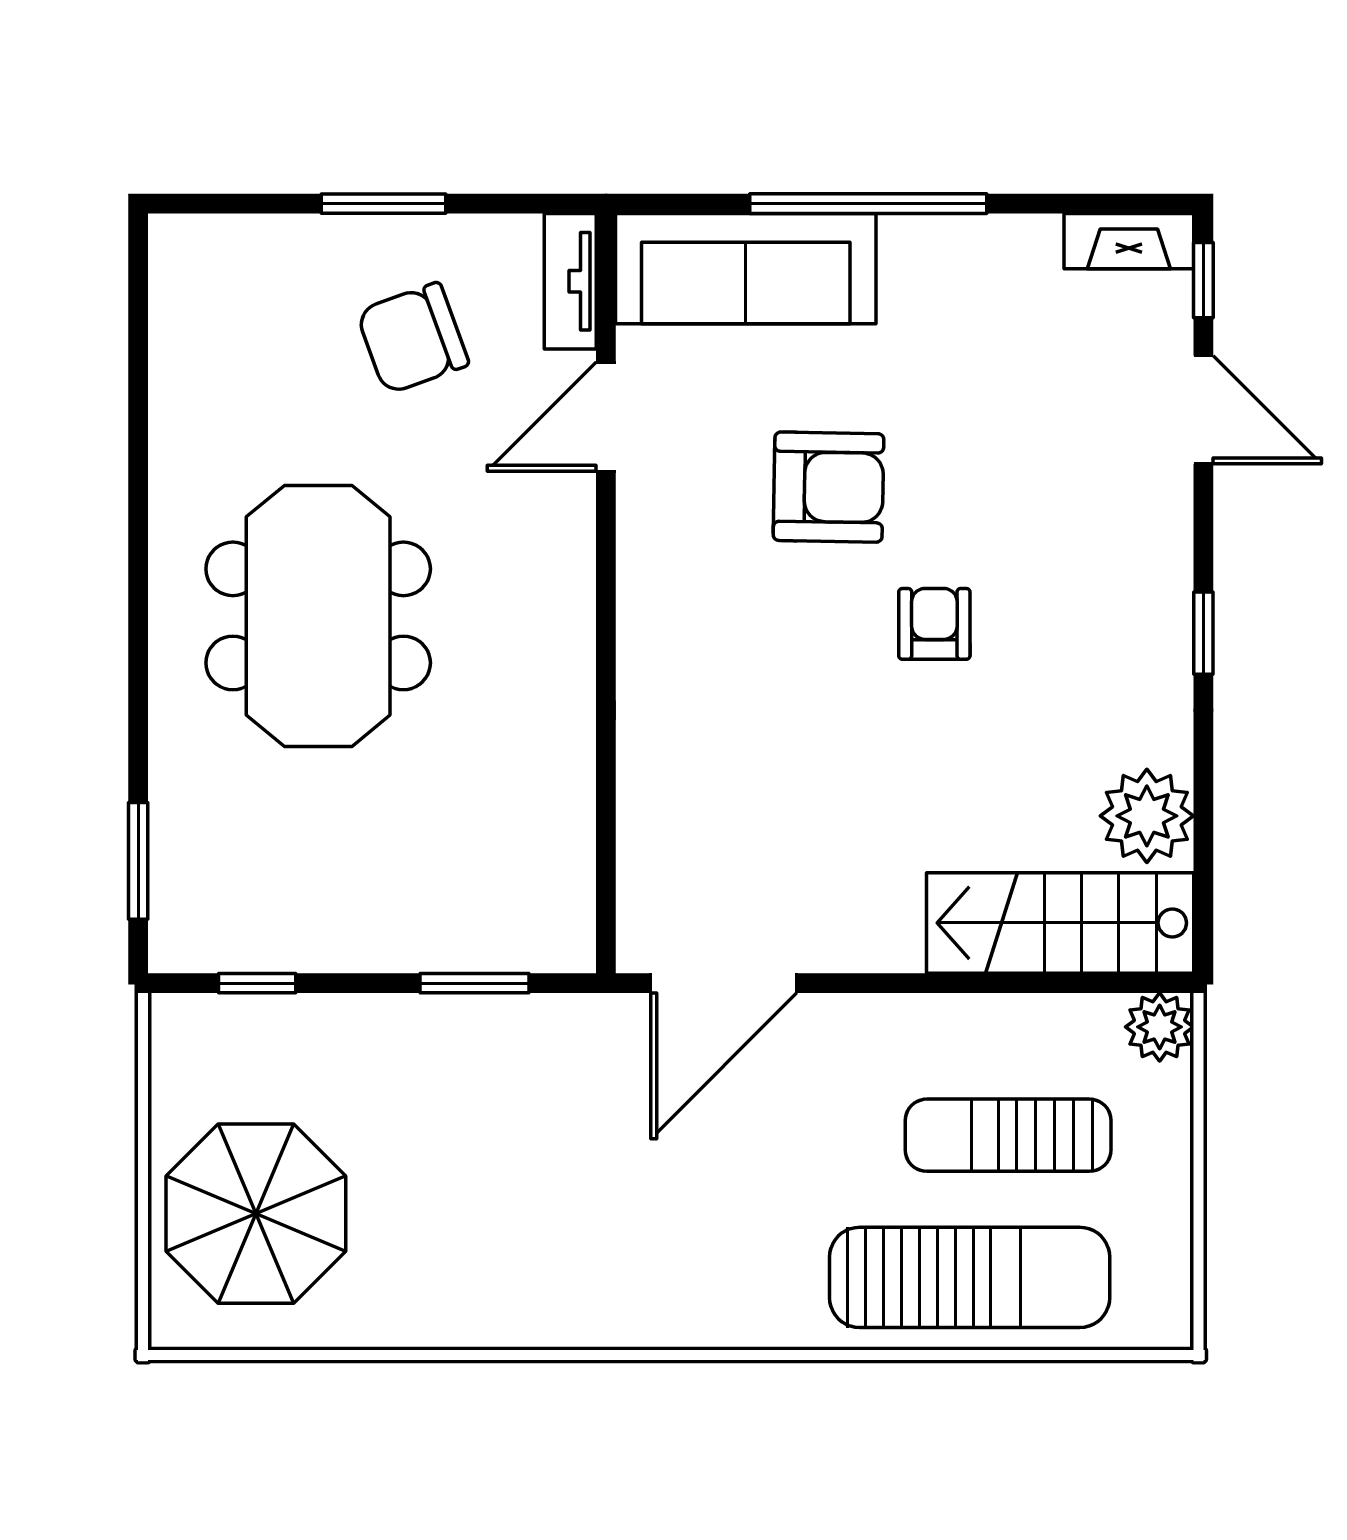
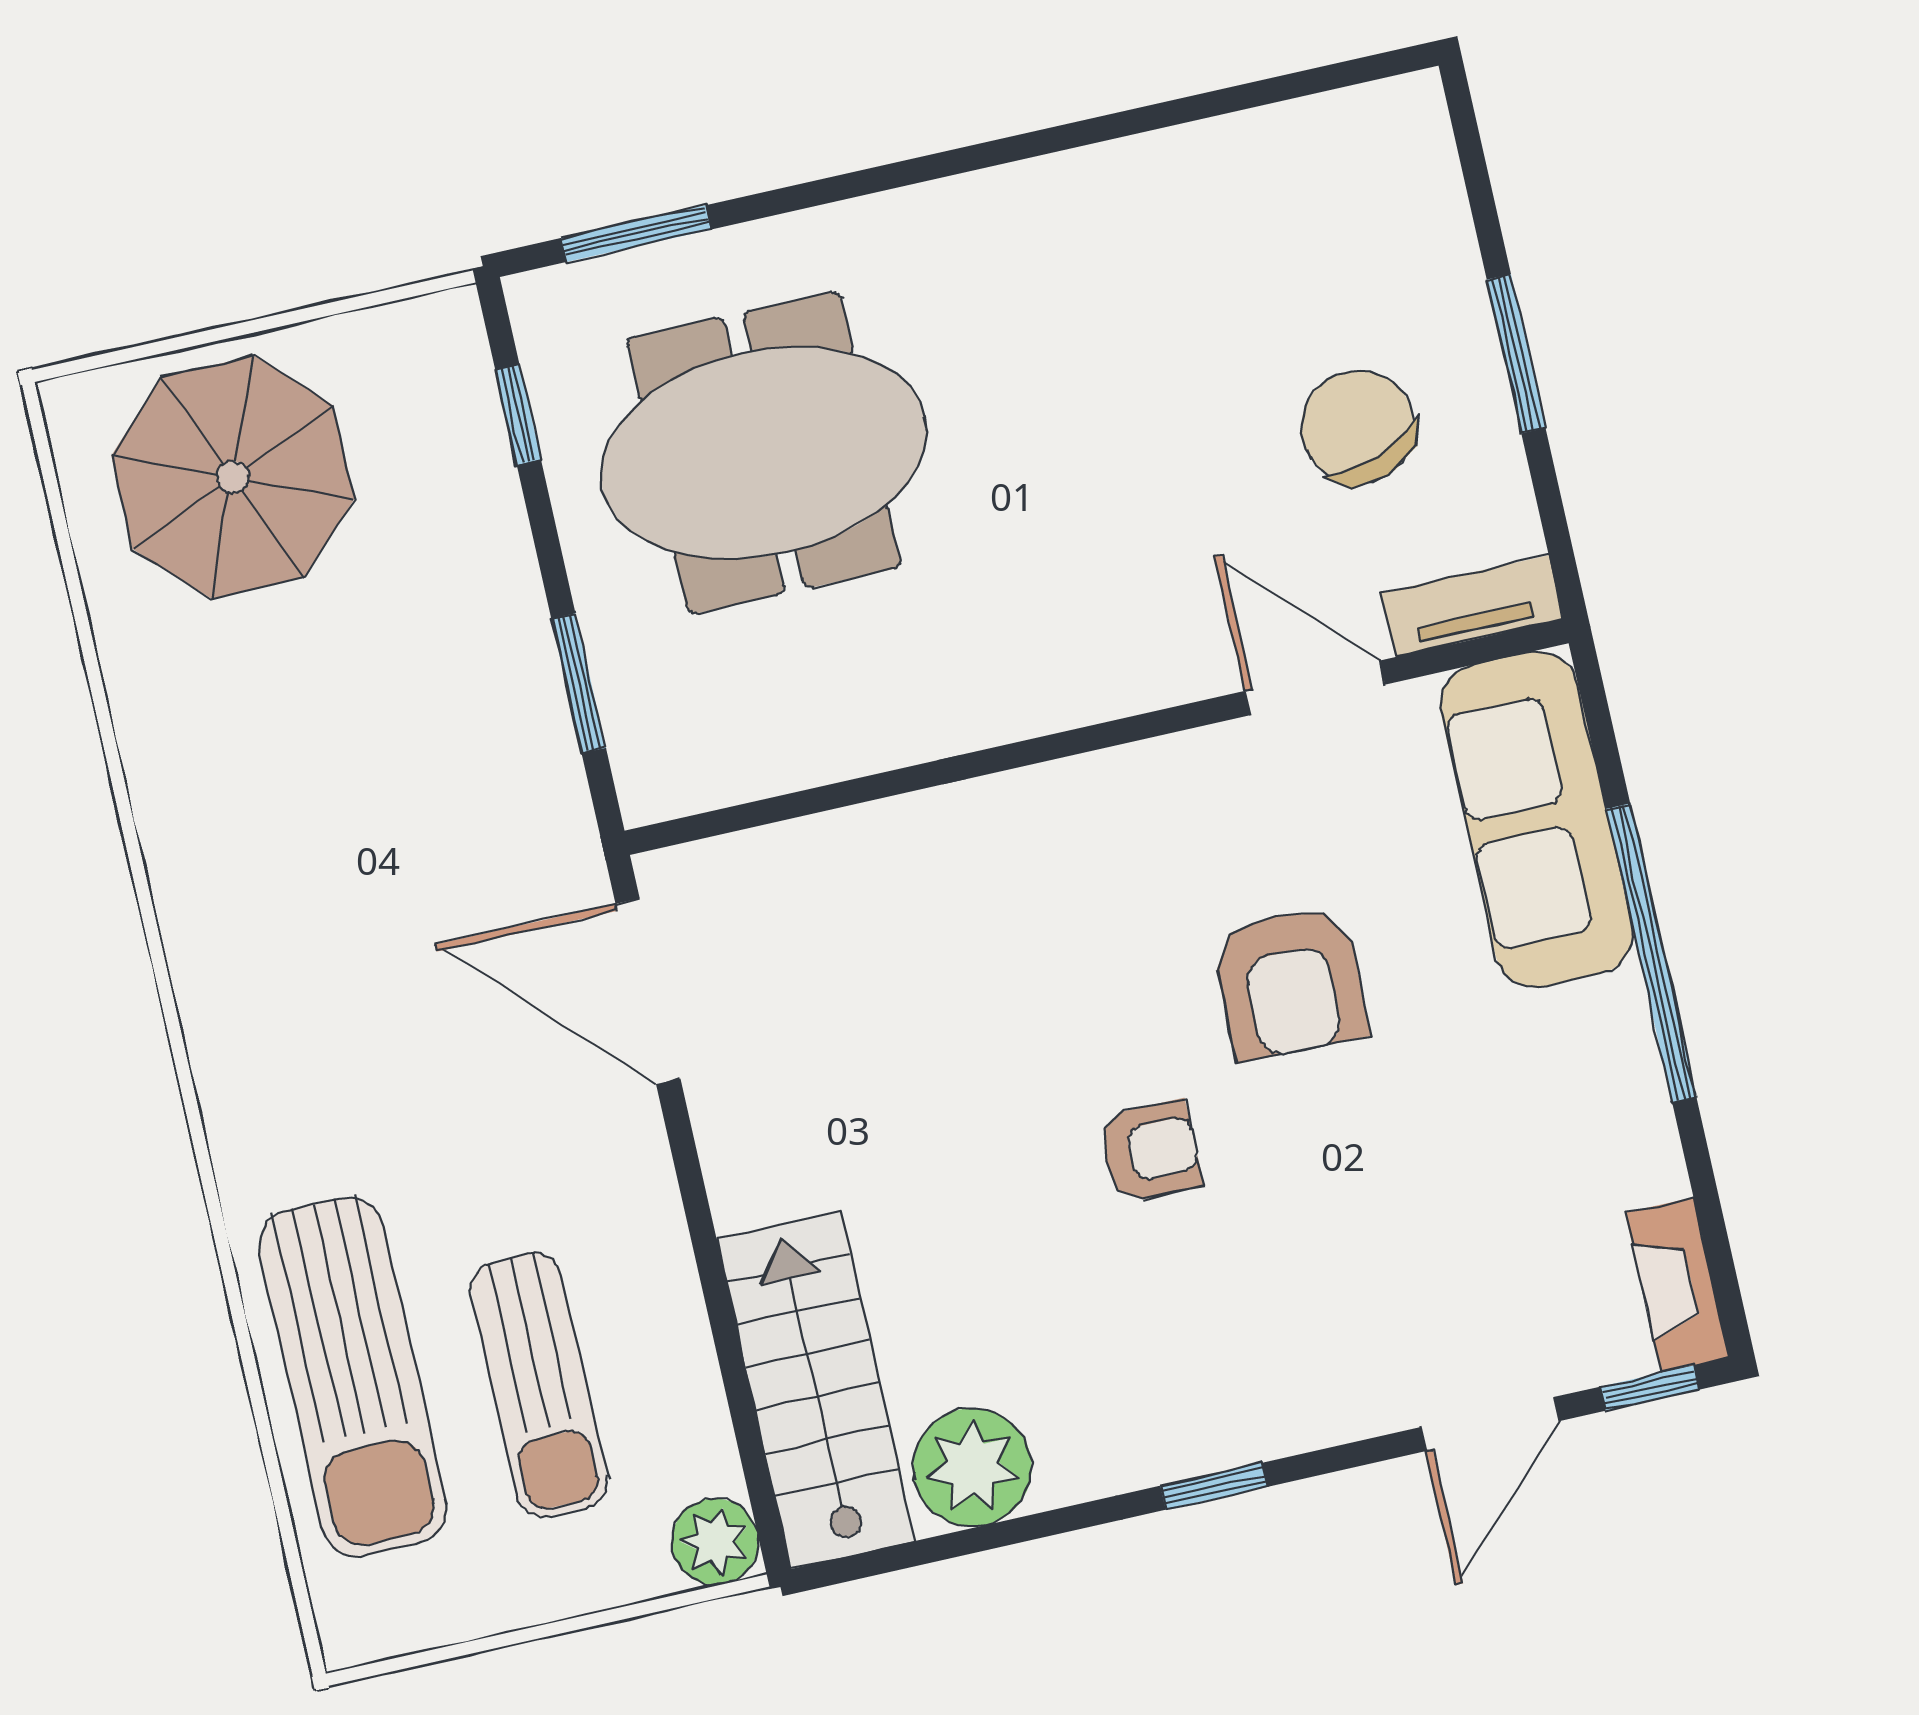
meeting table: (318, 616) -> (764, 453), moved
sun lounger: (1008, 1135) -> (539, 1385), turned 180

